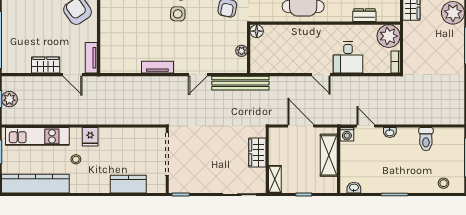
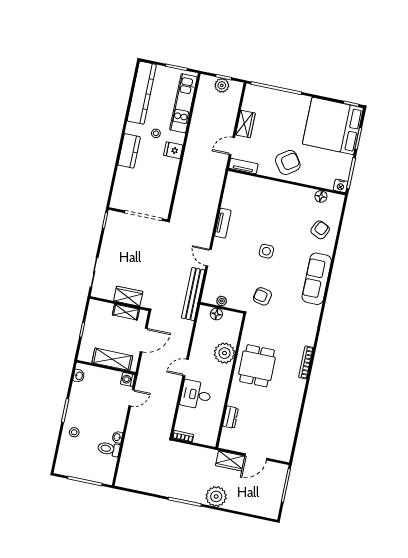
floor lamp: (257, 31) -> (216, 314), moved
plant: (389, 36) -> (224, 353), moved
washbasin: (390, 132) -> (117, 437), moved
shelving: (275, 179) -> (126, 312), moved
stool: (444, 183) -> (74, 432), moved
kitchen counter: (128, 184) -> (129, 151), moved

